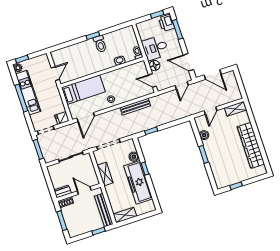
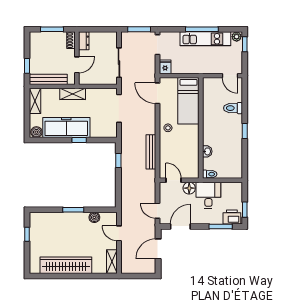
toilet: (100, 44) -> (233, 108), moved
door: (55, 74) -> (230, 76), moved
door: (152, 80) -> (173, 180), hinge flipped
boiler: (134, 157) -> (36, 132), moved
shelving: (105, 174) -> (73, 94), moved

